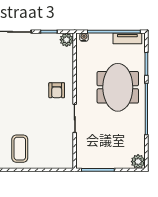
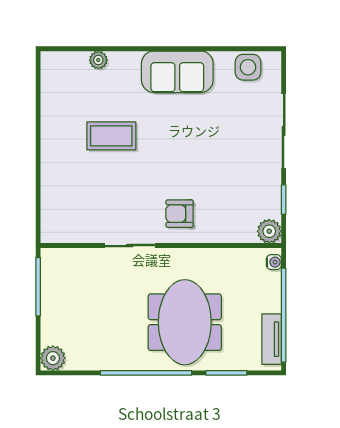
meeting table: (118, 87) -> (185, 322), turned 90
coffee table: (20, 149) -> (111, 136), moved

